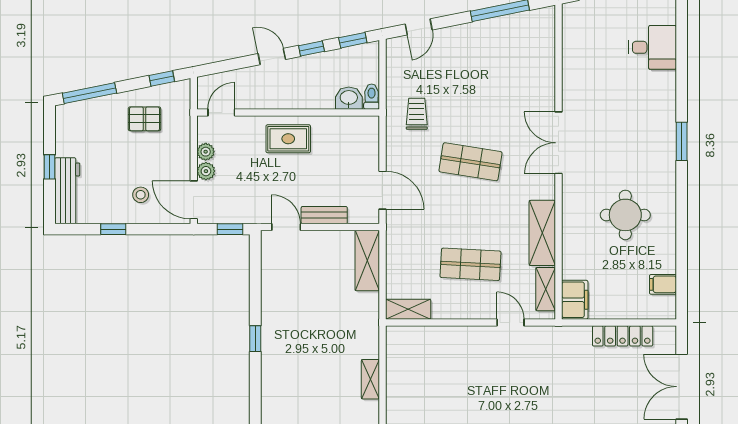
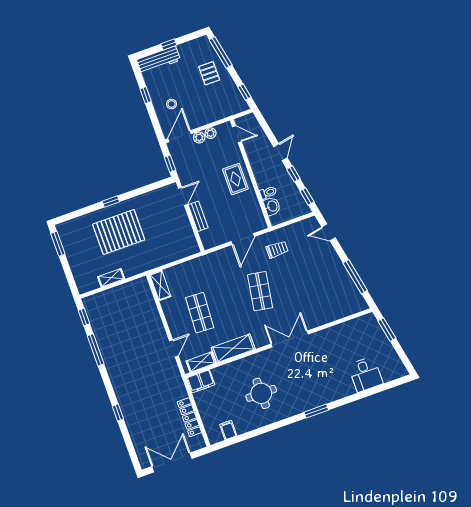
toilet: (372, 97) -> (268, 192), moved
pallet: (144, 119) -> (209, 73), moved
door: (382, 190) -> (243, 239), moved
shelving: (367, 261) -> (180, 251), removed
pallet: (305, 343) -> (119, 232), added

